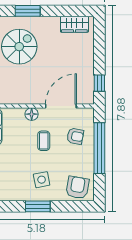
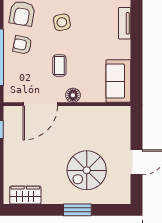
armchair: (75, 136) -> (22, 45), moved

